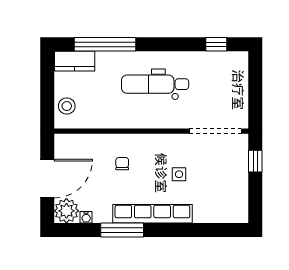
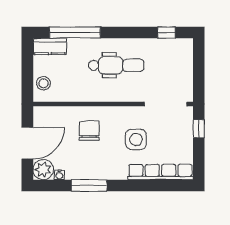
dental chair: (155, 84) -> (116, 65), turned 180
chair: (122, 164) -> (89, 131), width x1.87, depth x1.87
side table: (179, 174) -> (136, 139), width x1.87, depth x1.87
row of seats: (152, 214) -> (160, 172), moved

